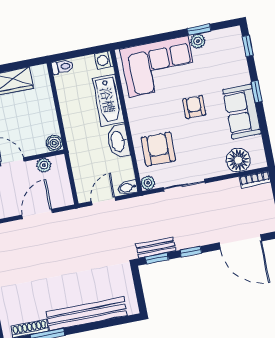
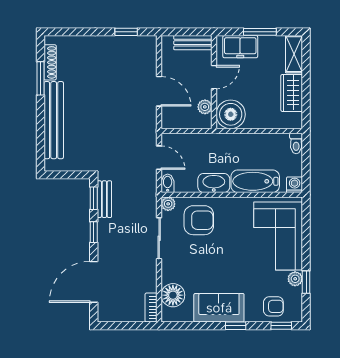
armchair: (194, 107) -> (273, 306), moved
boiler: (54, 143) -> (231, 114), width x1.86, depth x1.86

